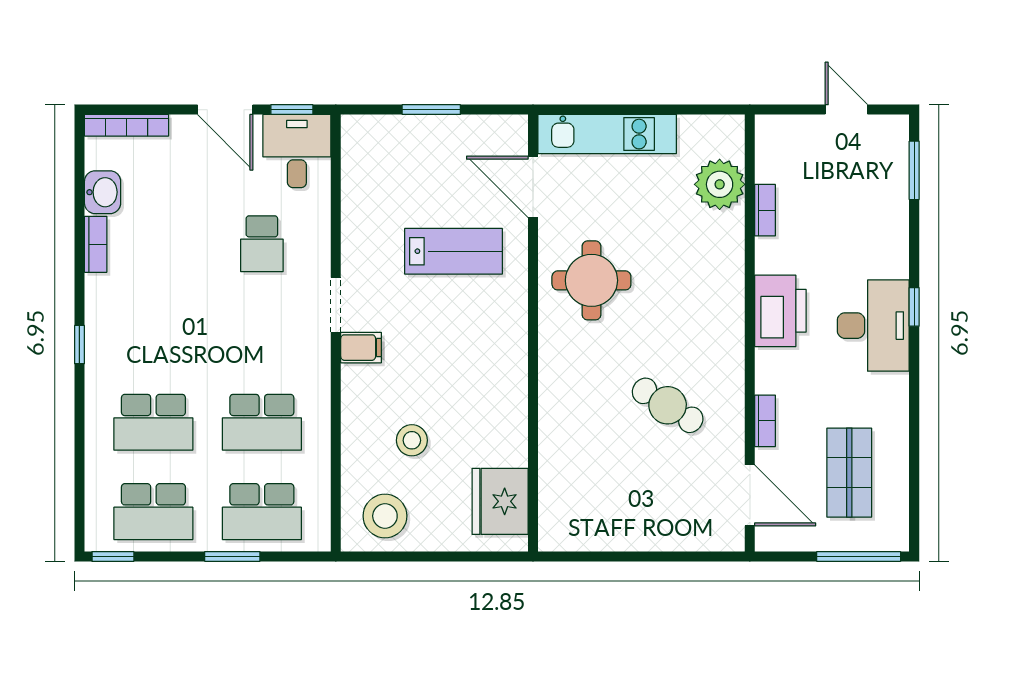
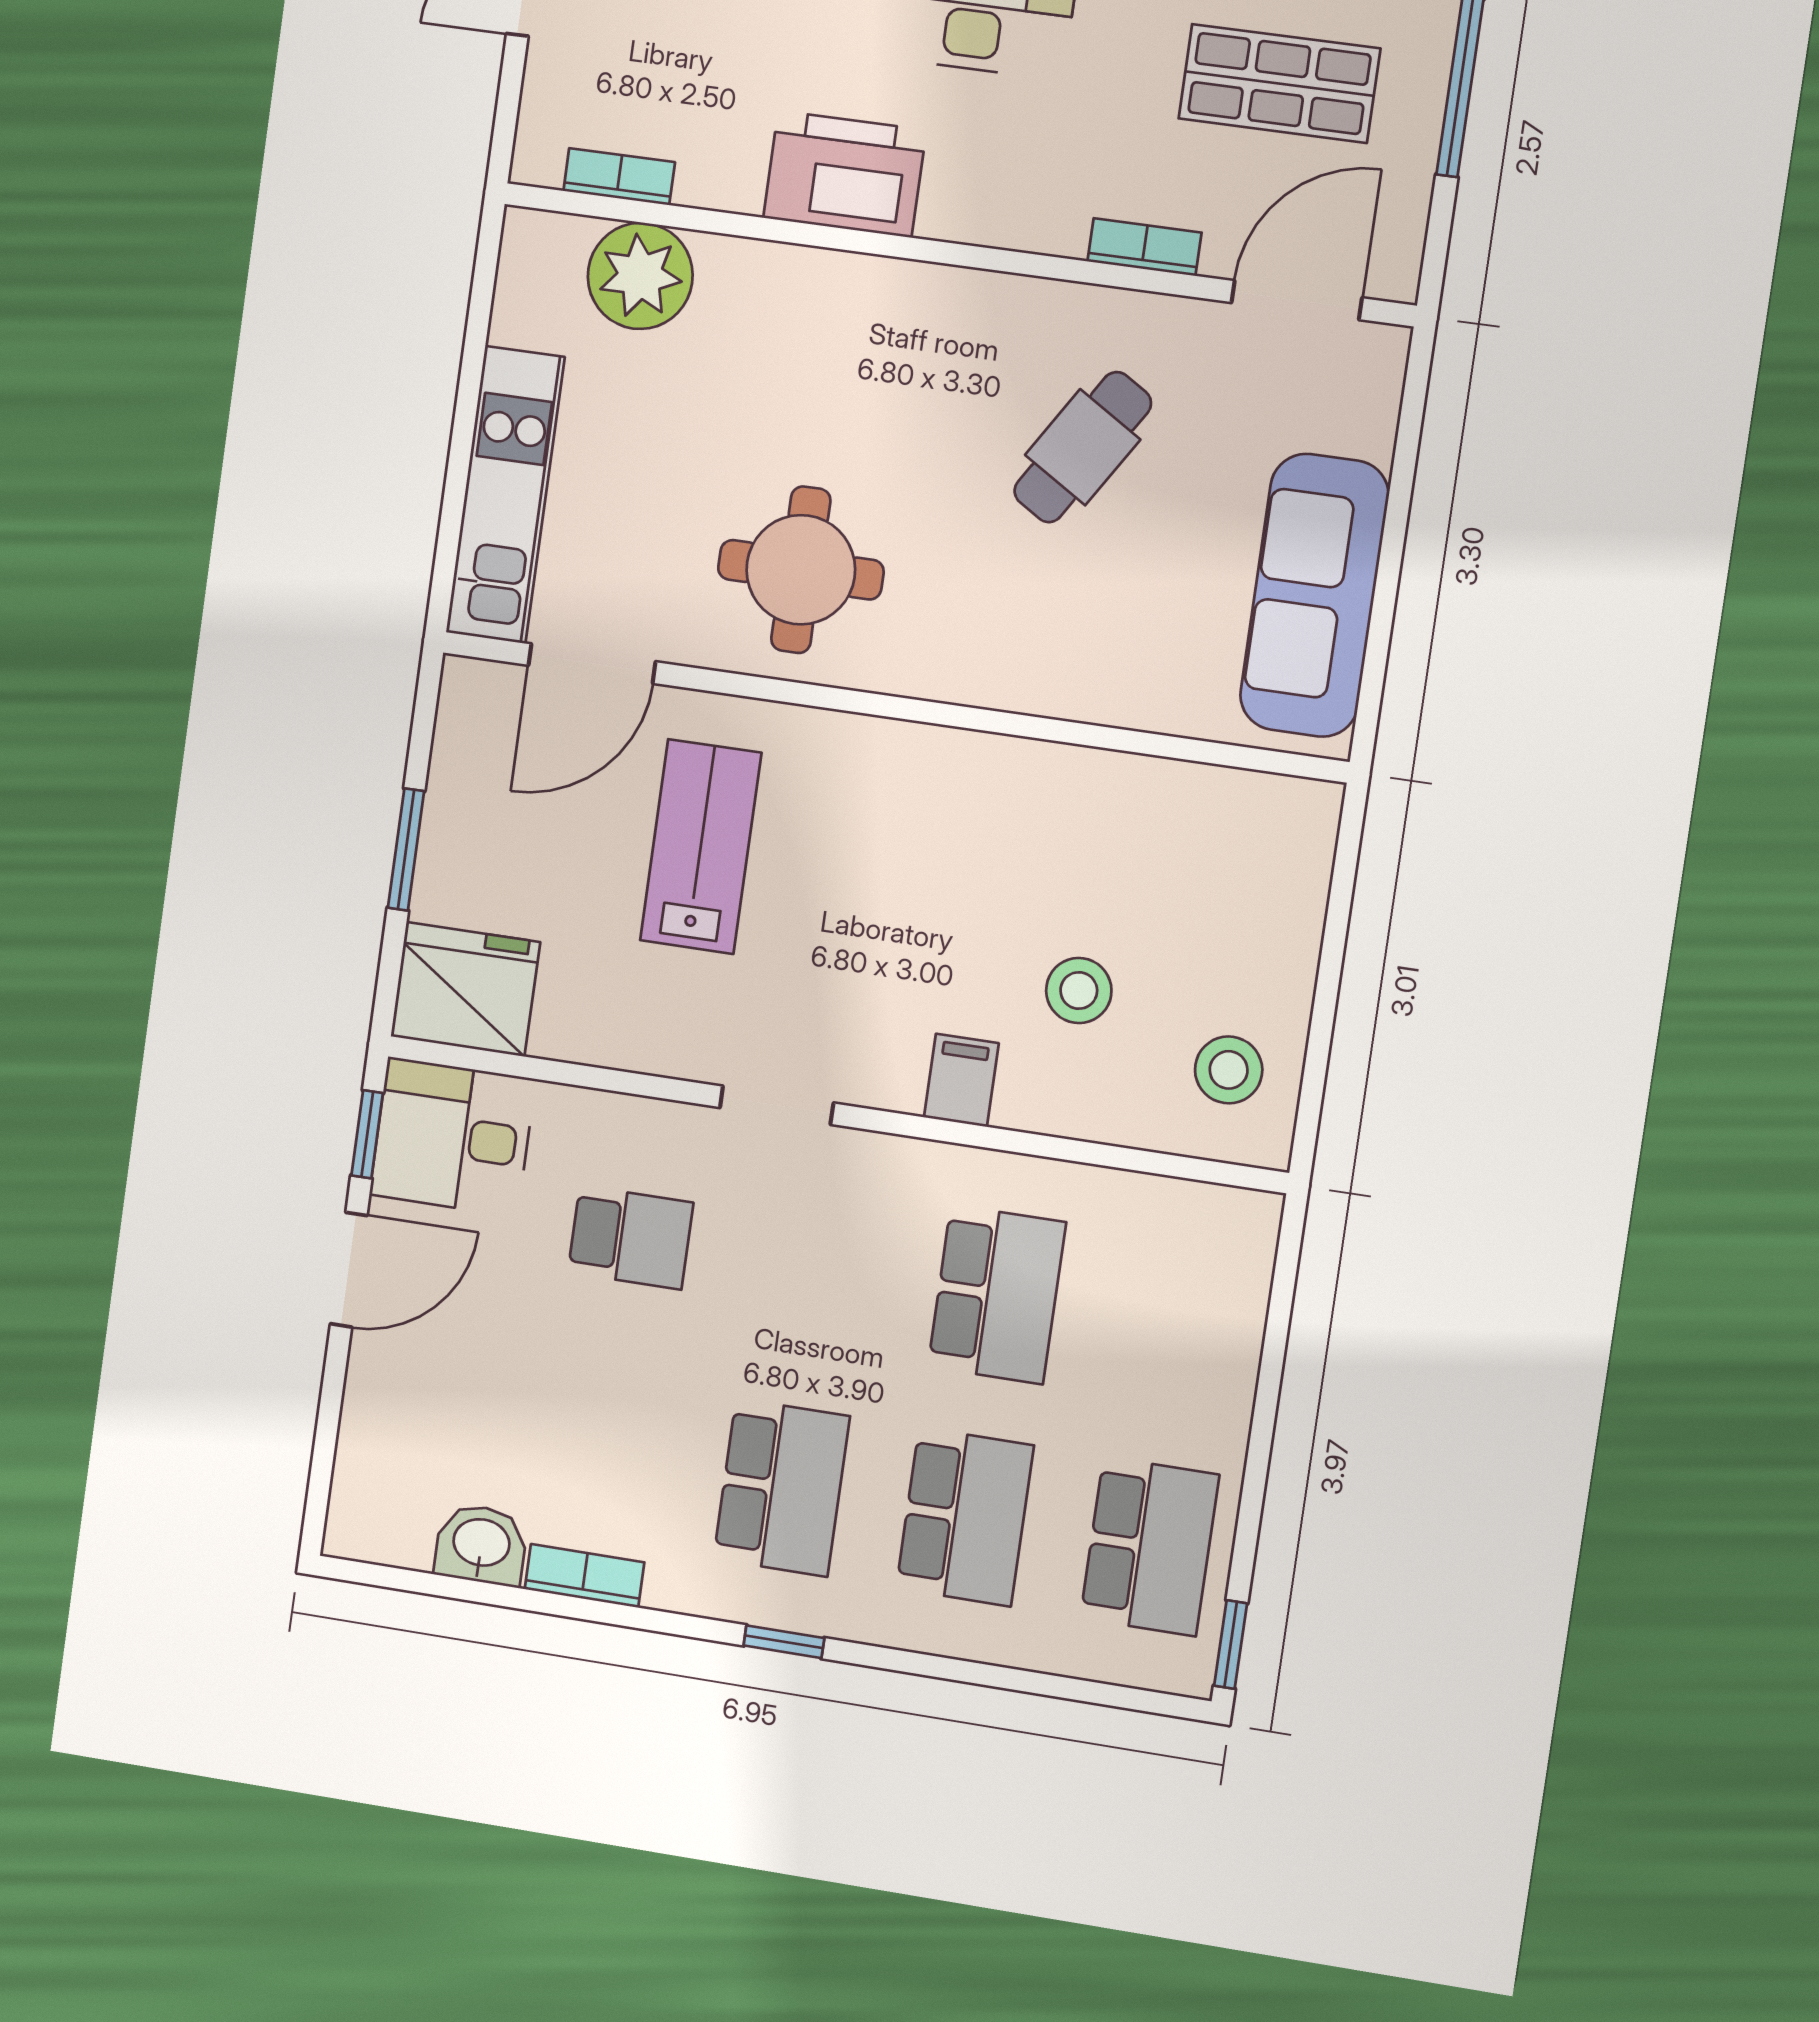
bookcase: (127, 125) -> (353, 1474), removed
bookcase: (765, 210) -> (619, 177), moved
printer: (780, 311) -> (845, 174), moved
filing cabinet: (361, 348) -> (961, 1080), moved
fridge: (500, 501) -> (465, 989), moved, turned 180
school desk: (262, 512) -> (782, 1487), moved
stool: (385, 516) -> (1229, 1070), width x0.73, depth x0.73
sofa: (613, 524) -> (1314, 595), added
window: (232, 556) -> (1267, 1399), removed

